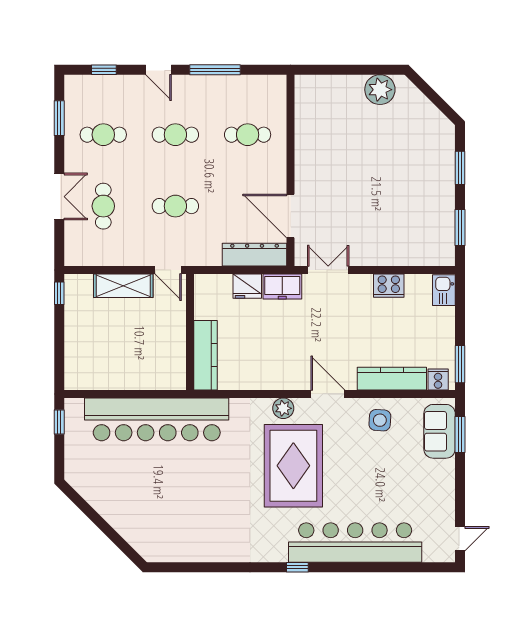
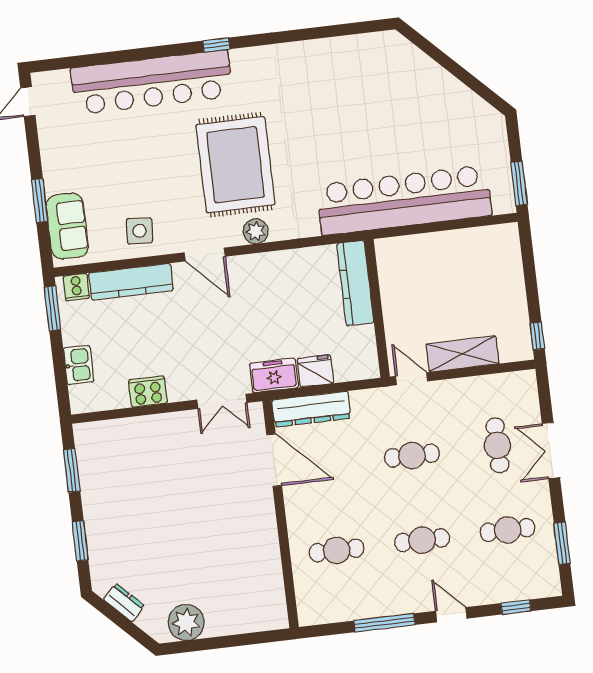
dresser: (430, 112) -> (124, 603), added
kitchen sink: (444, 290) -> (79, 365), moved
window: (59, 422) -> (519, 183), width x1.50
window: (460, 434) -> (40, 201), moved

